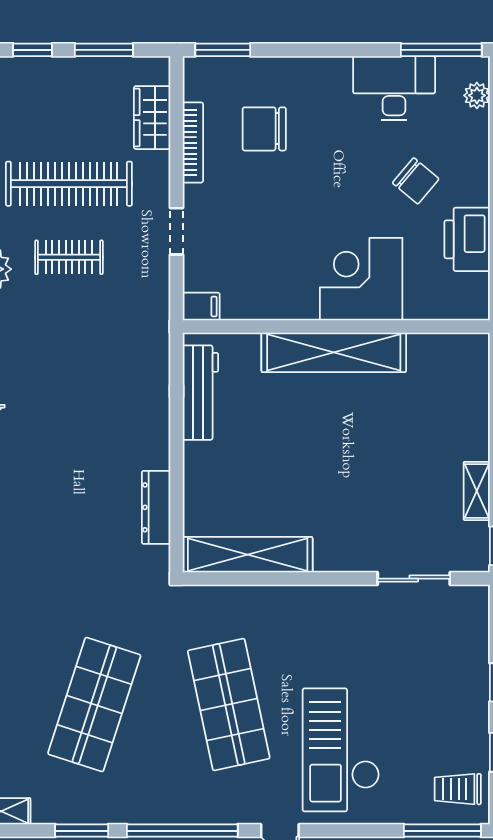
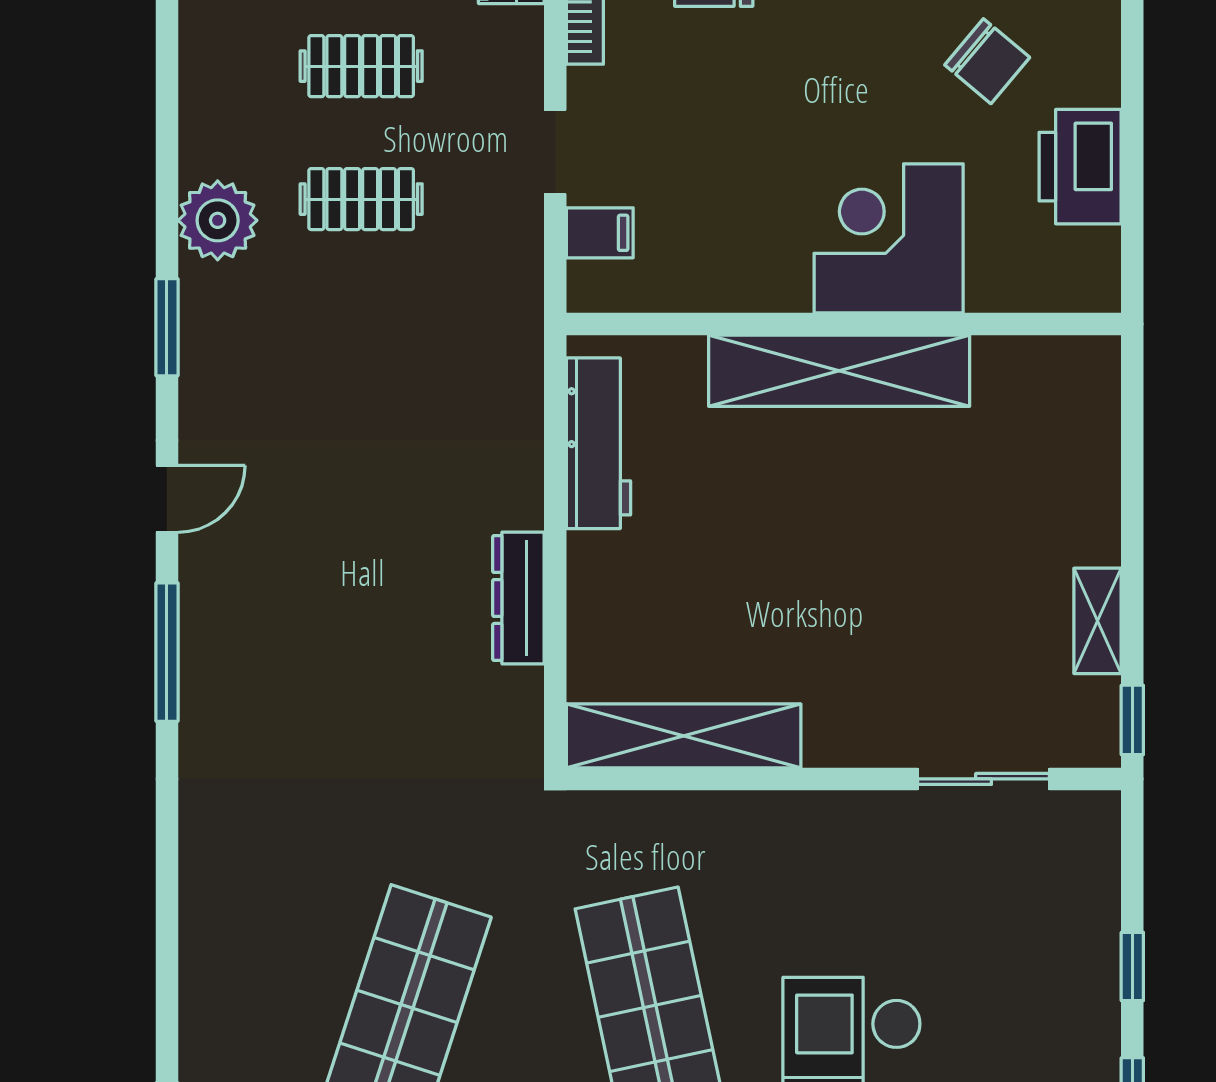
clothes rail: (69, 184) -> (361, 66), width x0.54, depth x0.76
filing cabinet: (201, 306) -> (600, 233), moved
dresser: (156, 507) -> (518, 598), moved

